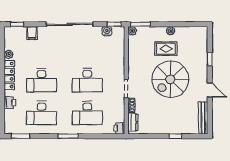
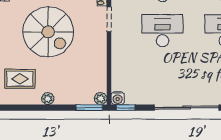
water cooler: (107, 31) -> (118, 98), moved
rug: (166, 49) -> (20, 79), moved
spiral stairs: (170, 79) -> (48, 32), turned 90

